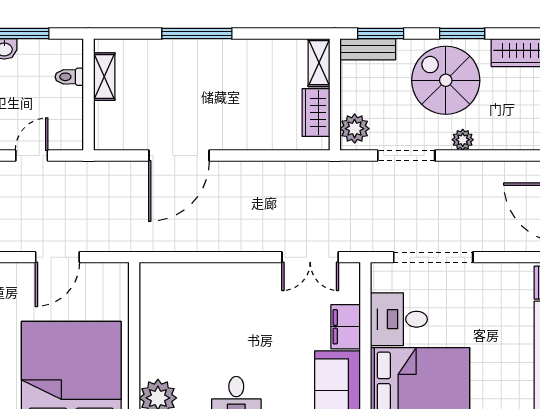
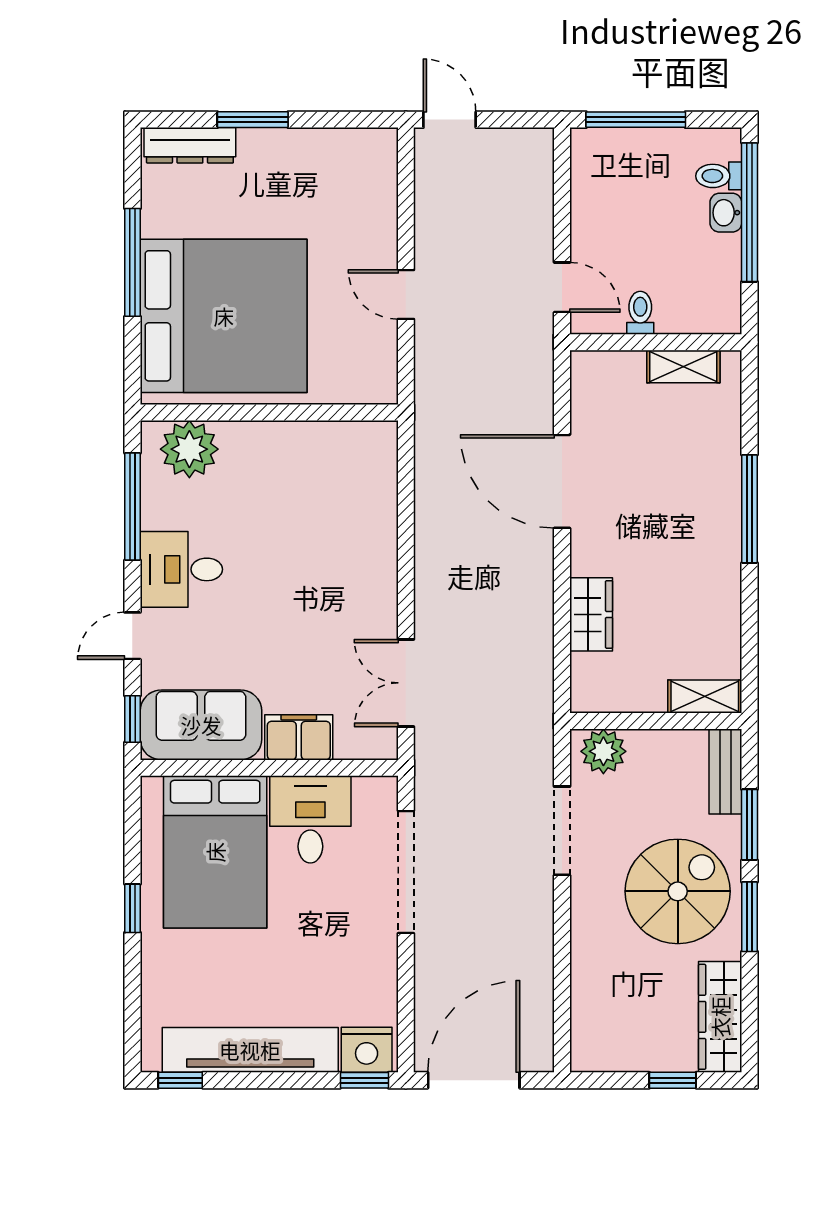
window: (381, 34) -> (749, 825), moved
toilet: (69, 77) -> (640, 313), moved
wardrobe: (316, 113) -> (591, 614), moved, turned 90
plant: (463, 140) -> (586, 917), removed
door: (32, 155) -> (562, 287), moved
door: (57, 257) -> (406, 295), width x0.73

